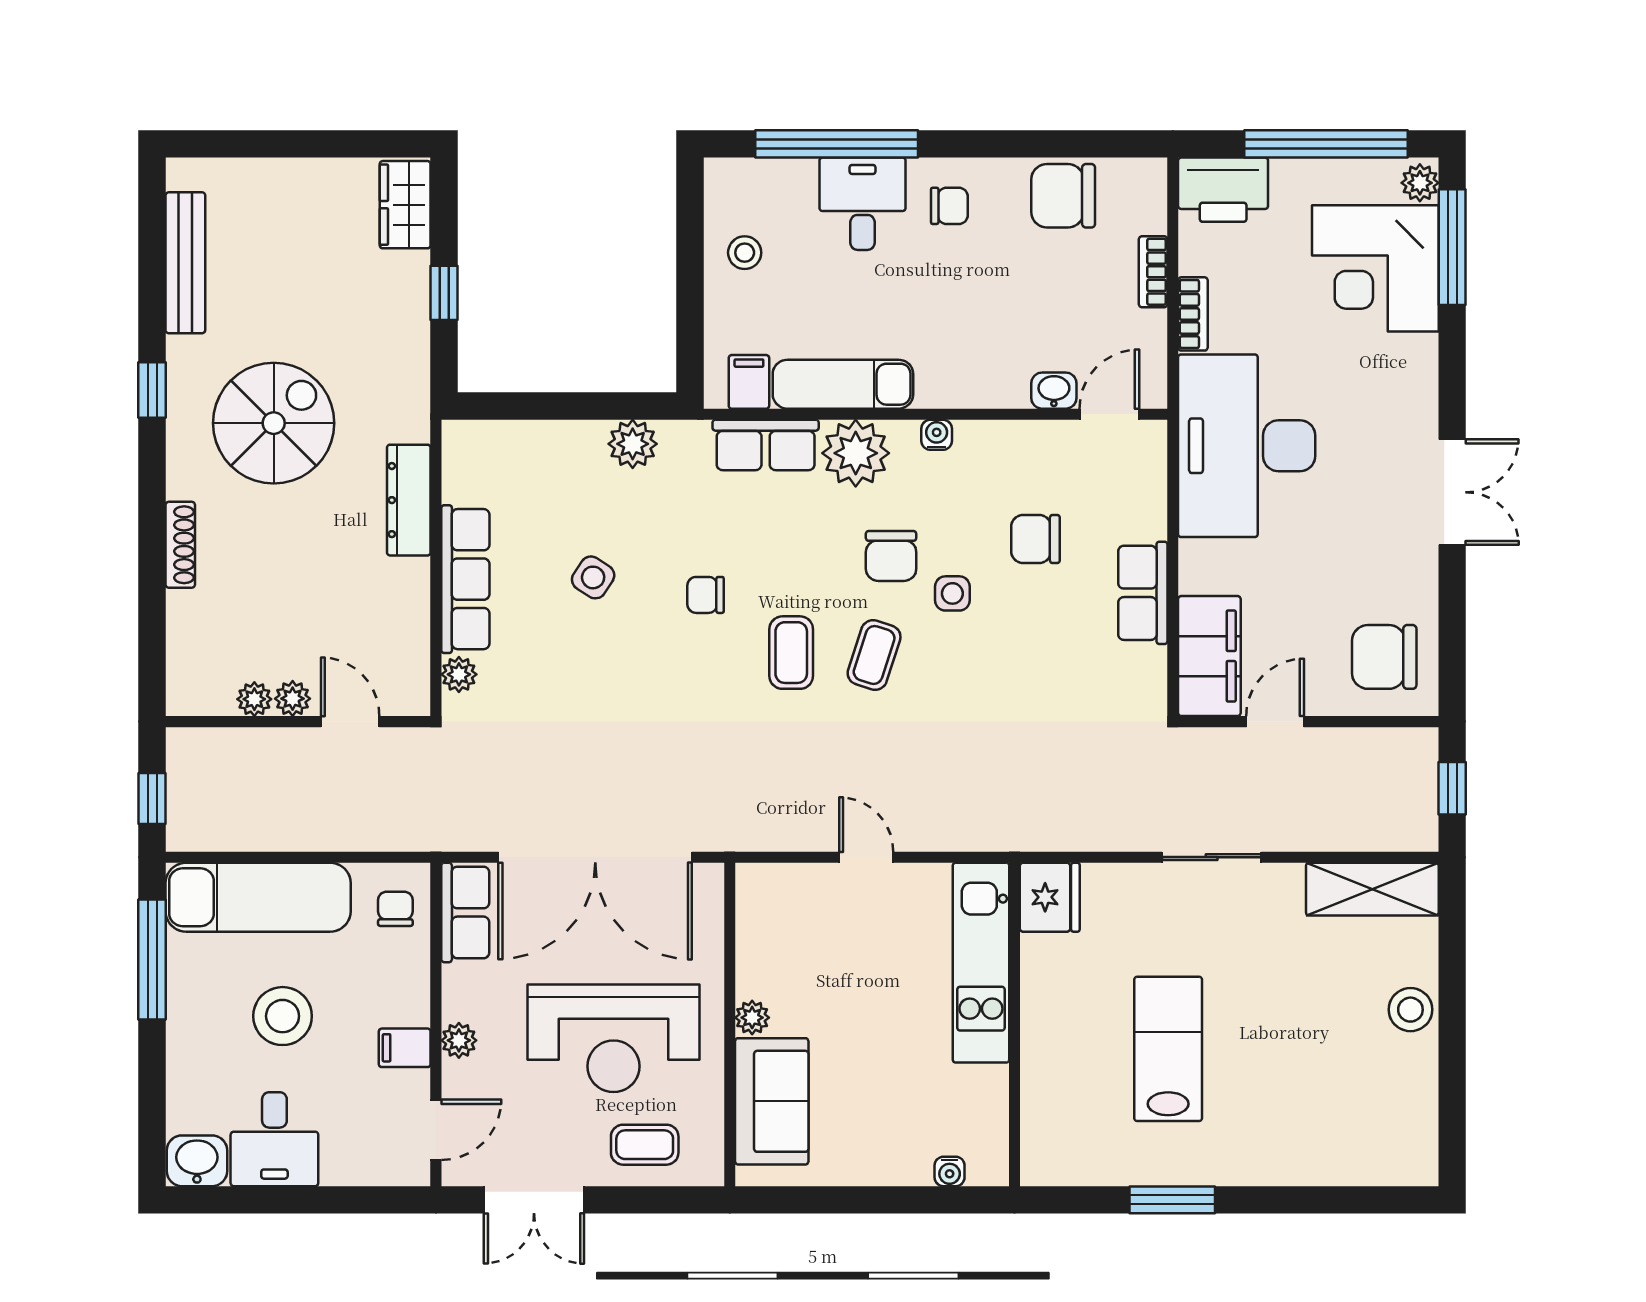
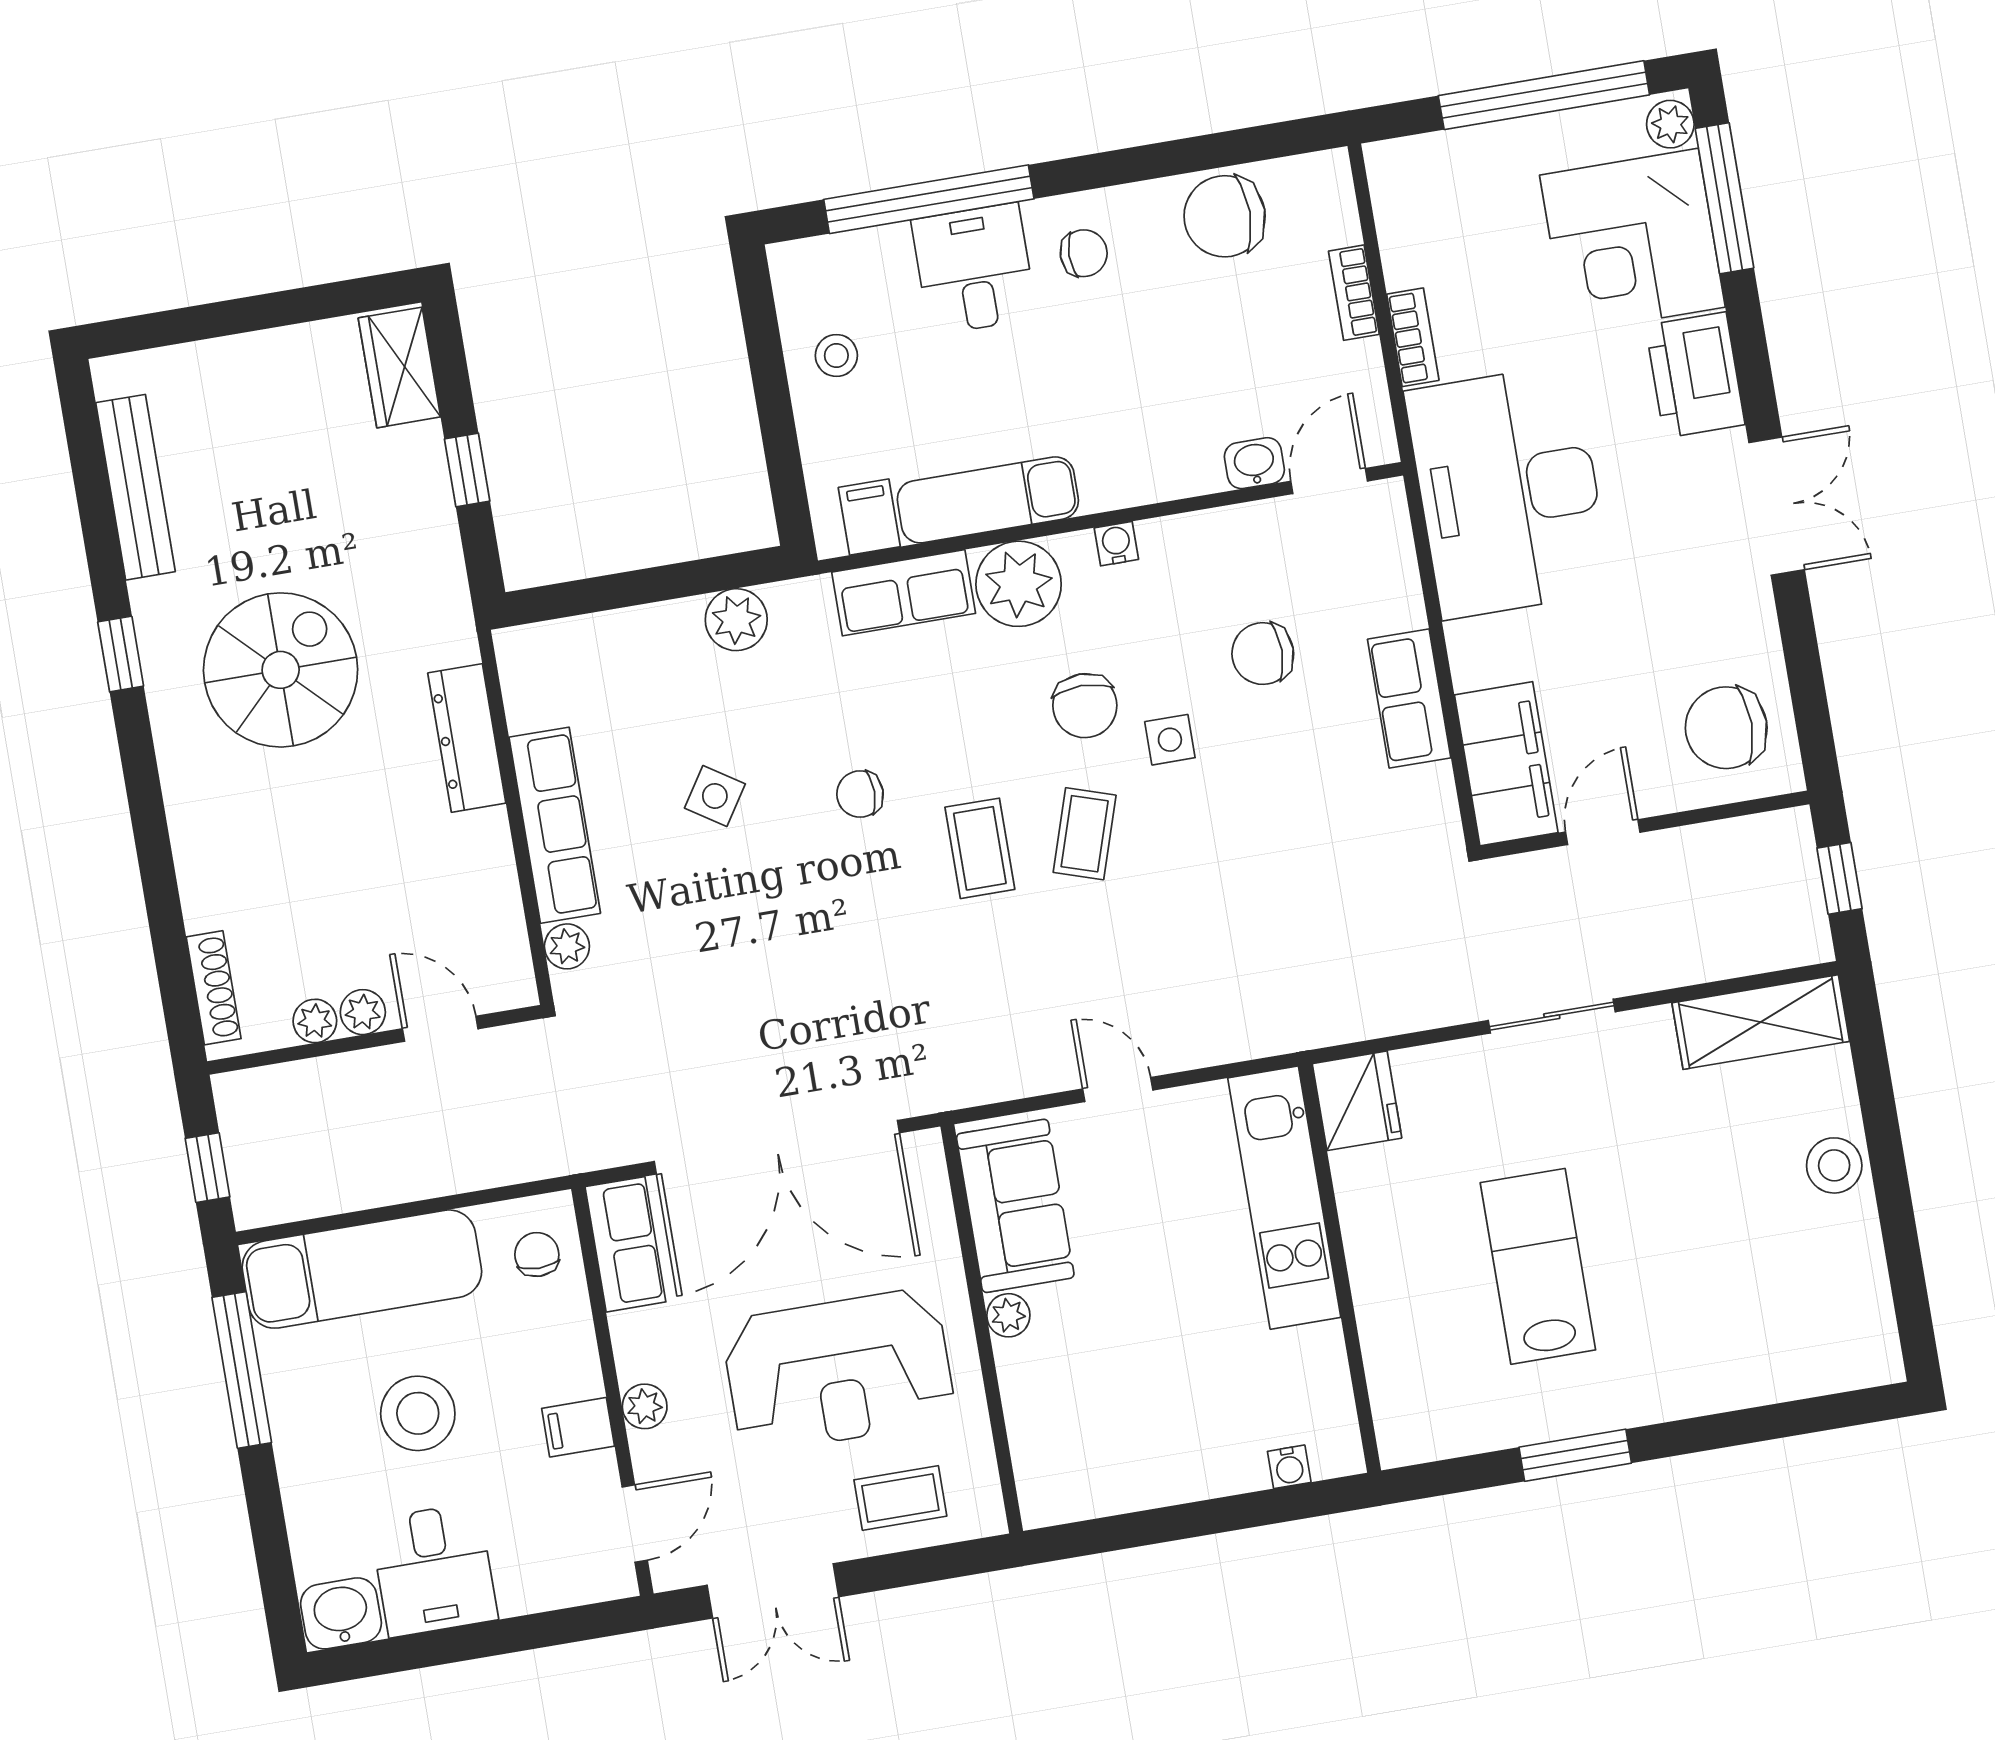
printer: (1223, 190) -> (1695, 375), moved, turned 90
shoe rack: (180, 545) -> (214, 988), moved
sofa: (772, 1101) -> (1015, 1206), moved

